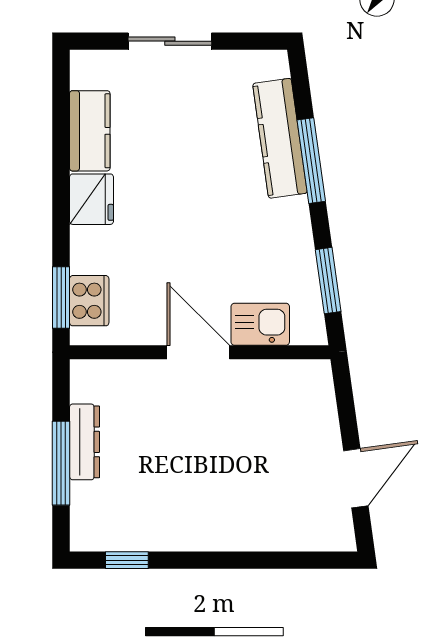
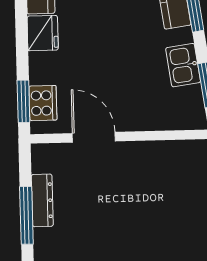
kitchen sink: (260, 324) -> (183, 65), moved, turned -98
door: (198, 352) -> (94, 137), moved

